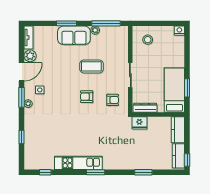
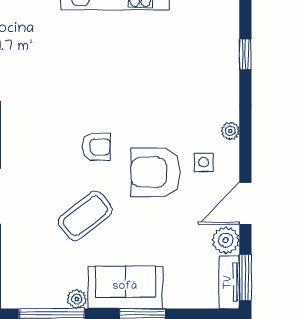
coffee table: (91, 66) -> (85, 216), turned -38
window: (22, 97) -> (245, 277), moved
armchair: (113, 100) -> (156, 172), moved, width x1.88, depth x1.88

